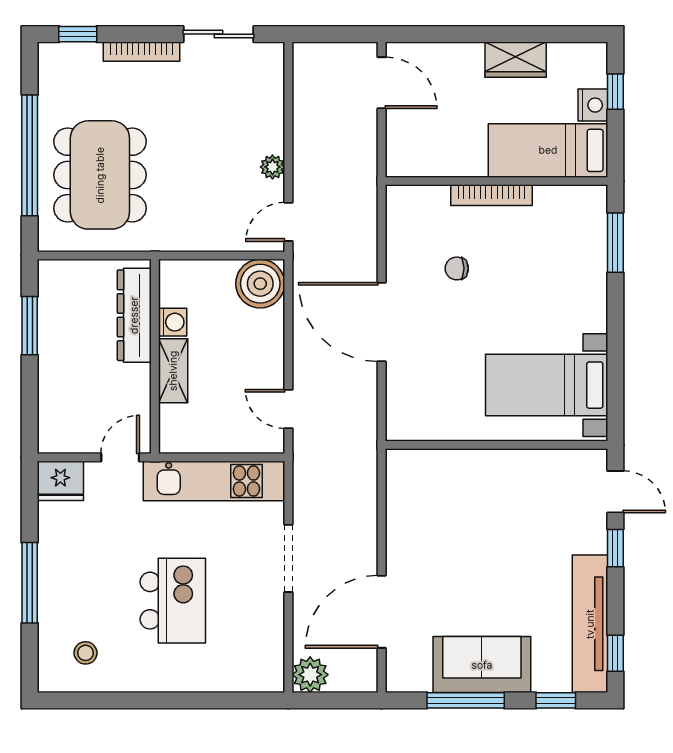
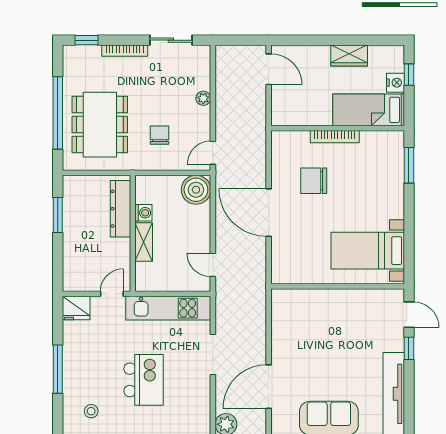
plant: (272, 167) -> (203, 98), moved
chair: (199, 192) -> (159, 135), added
chair: (457, 268) -> (314, 181), width x1.87, depth x1.87
window: (615, 653) -> (409, 411), removed

